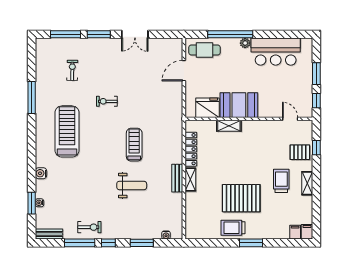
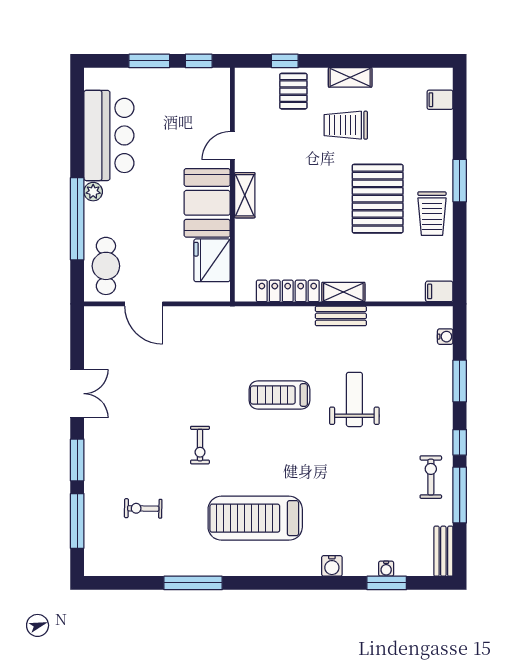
door: (290, 119) -> (232, 146), moved
shelving: (229, 126) -> (245, 195), moved
filing cabinet: (307, 232) -> (439, 291), moved

